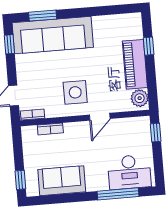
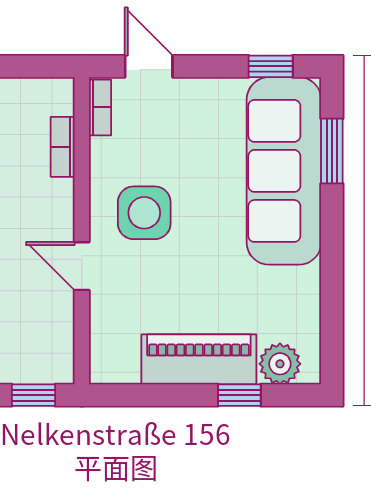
plant: (140, 98) -> (280, 364), moved

